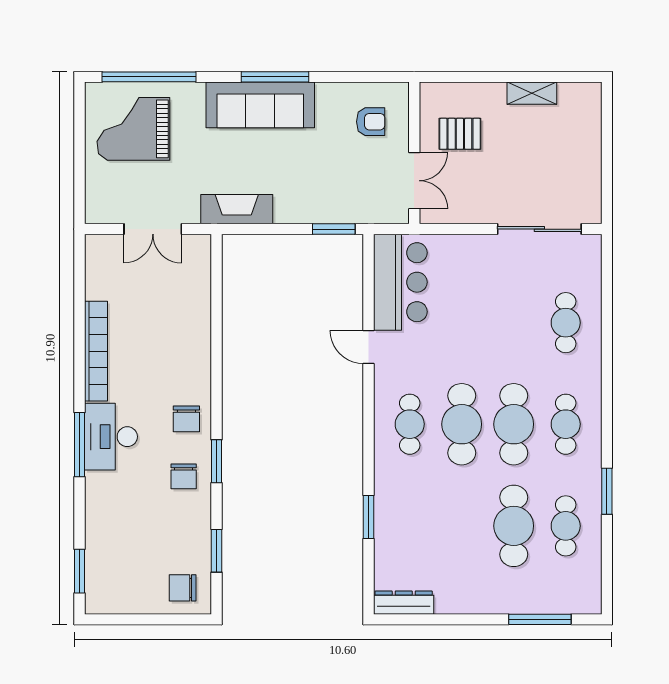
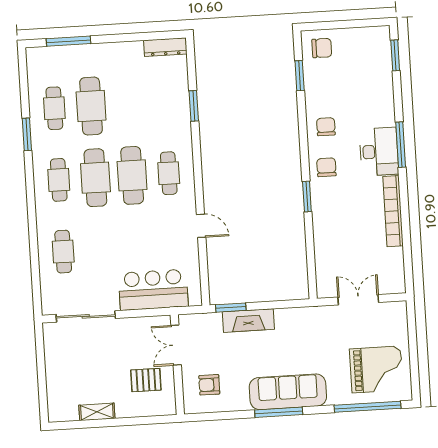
fireplace: (237, 209) -> (248, 321), moved
bar counter: (400, 282) -> (153, 290), moved, turned 90
window: (216, 461) -> (307, 196), moved

